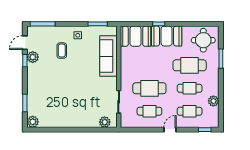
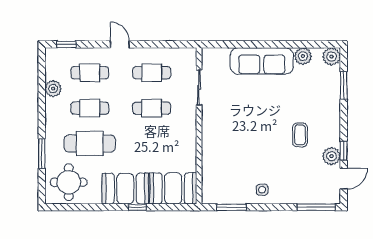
coffee table: (62, 51) -> (300, 135), moved
sofa: (109, 56) -> (262, 61), moved, turned 90
cafe table: (149, 88) -> (152, 108), width x0.73, depth x0.74
plant: (105, 122) -> (303, 56), moved
door: (170, 130) -> (120, 44), swing flipped

